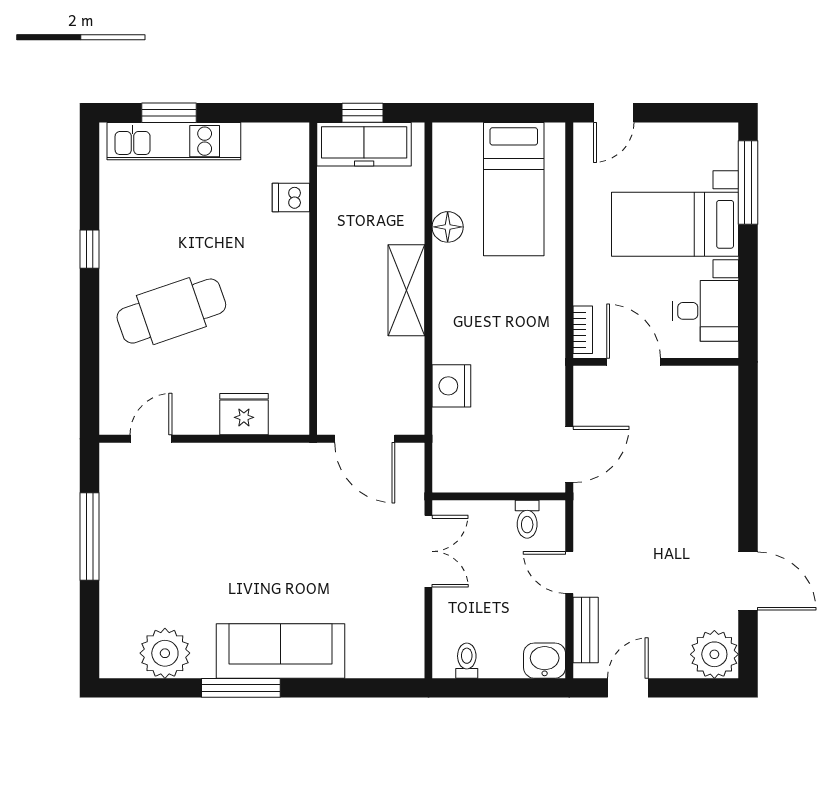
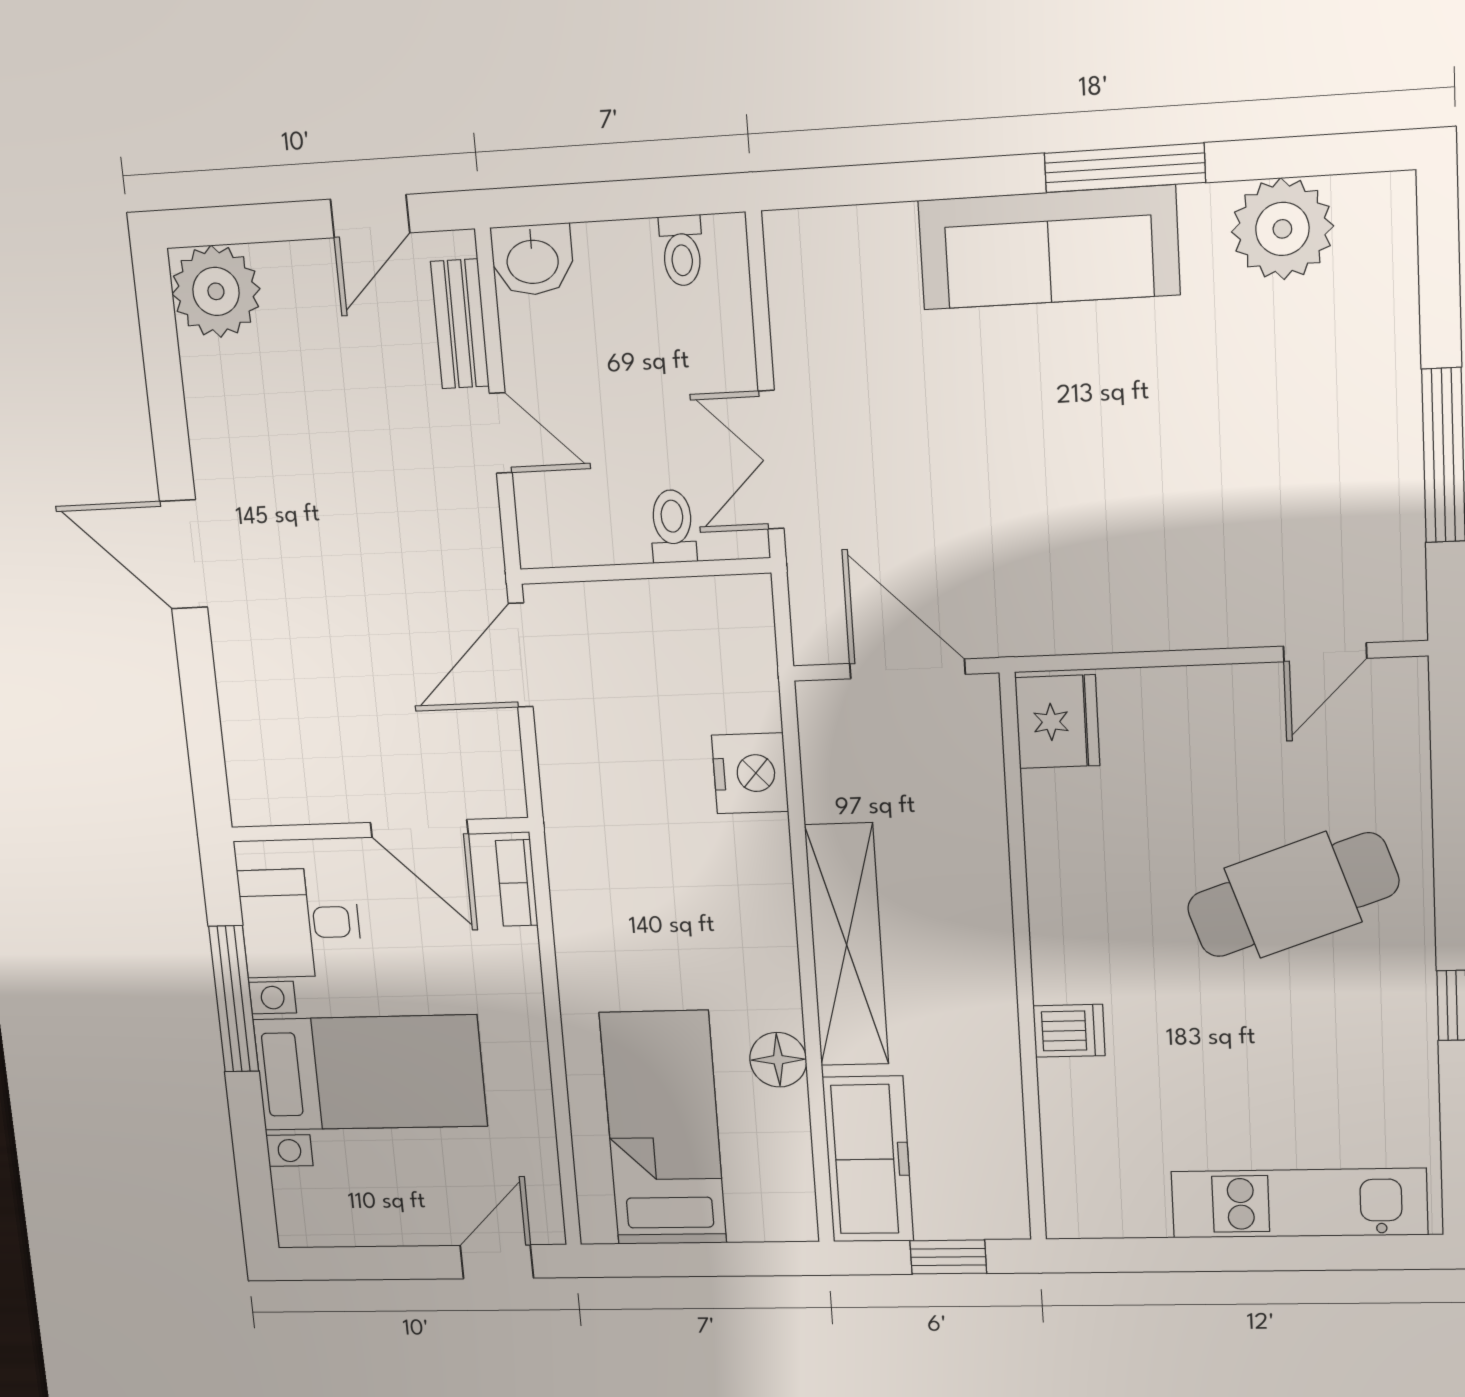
window: (169, 113) -> (1310, 1253), removed
freezer: (364, 144) -> (868, 1159), moved, turned 90
window: (748, 183) -> (234, 999), moved
dishwasher: (291, 197) -> (1069, 1031), moved
shelving: (406, 290) -> (847, 945), width x1.47
fridge: (244, 414) -> (1057, 722), moved, turned -90
toilet: (527, 519) -> (673, 526), moved
door: (748, 581) -> (184, 554), moved

